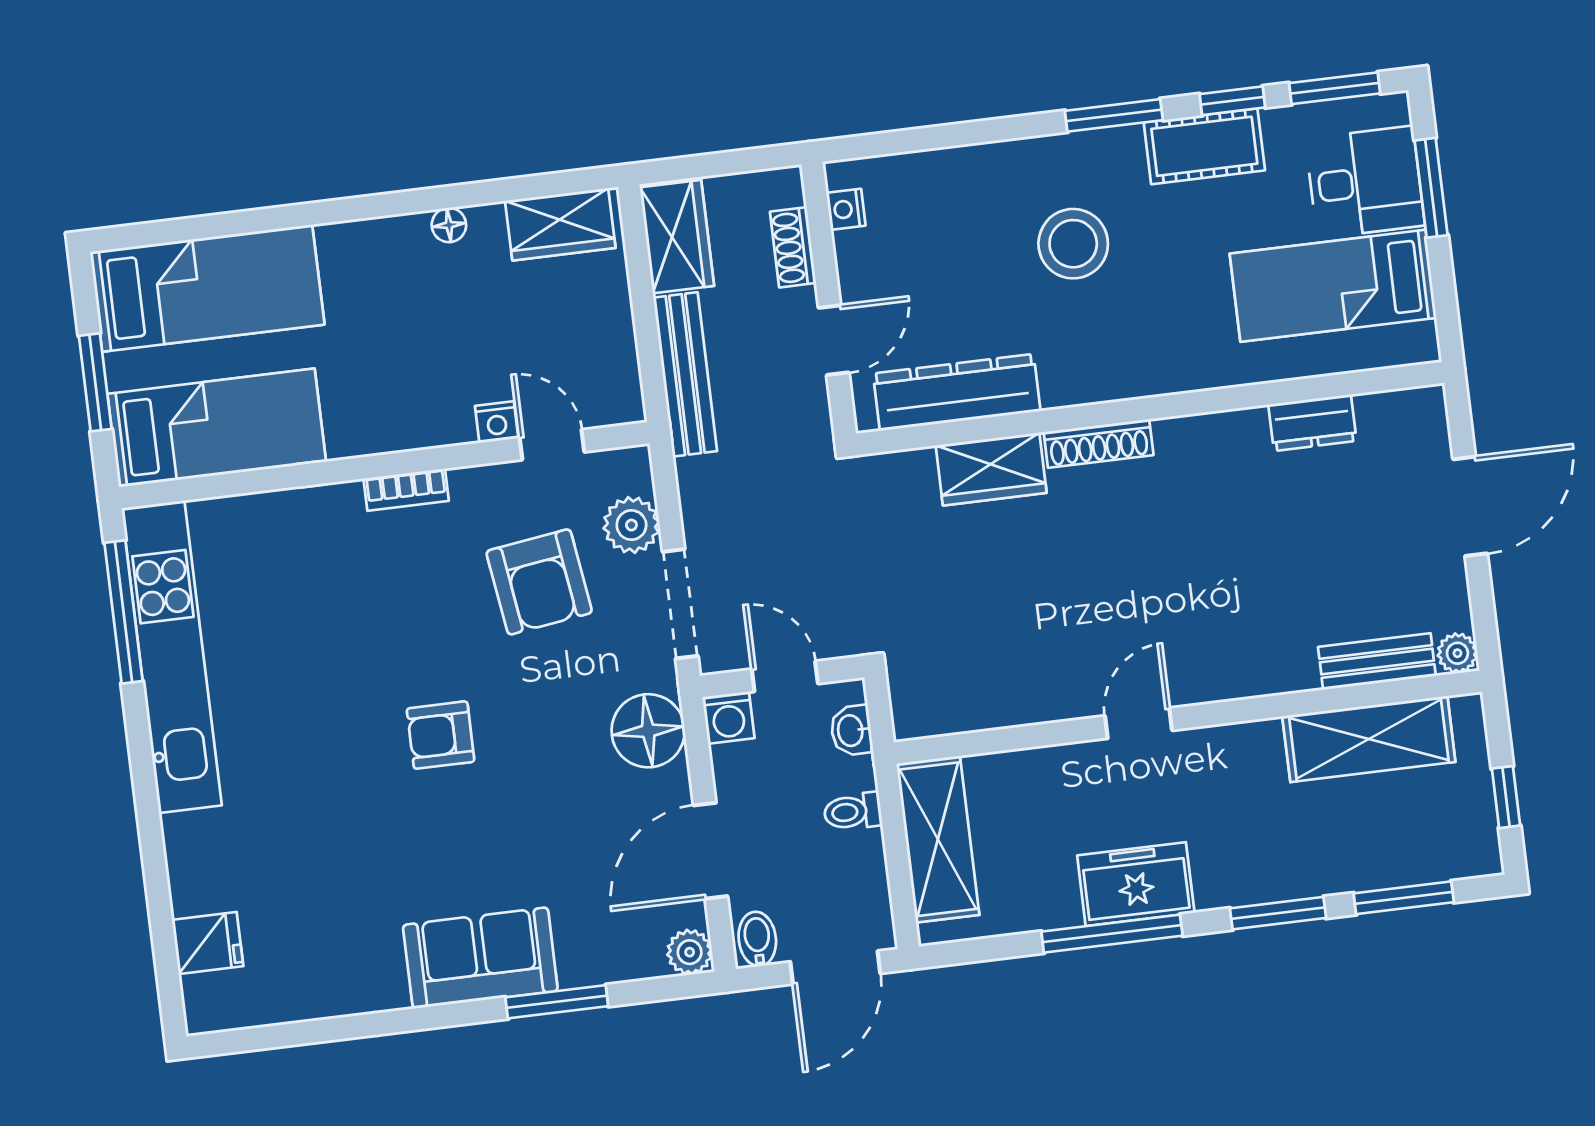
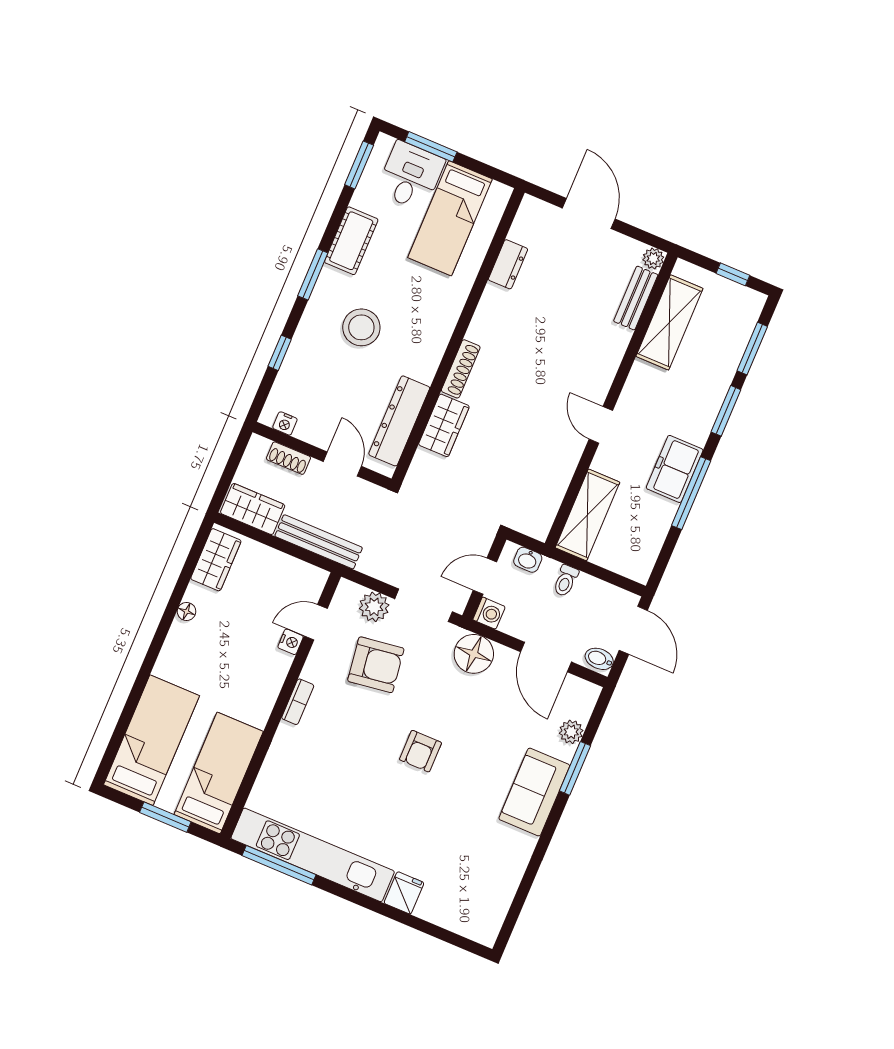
window: (1232, 101) -> (280, 353), moved
shelving: (938, 839) -> (587, 515), moved, turned 90
fridge: (208, 943) -> (404, 893), moved
plant: (690, 952) -> (571, 732), moved

